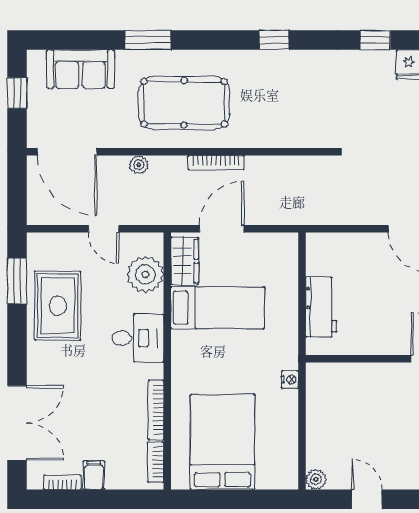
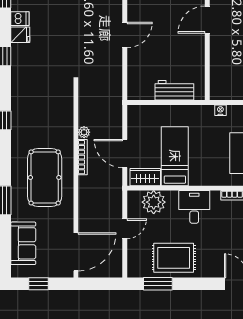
plant: (139, 165) -> (84, 132), moved

